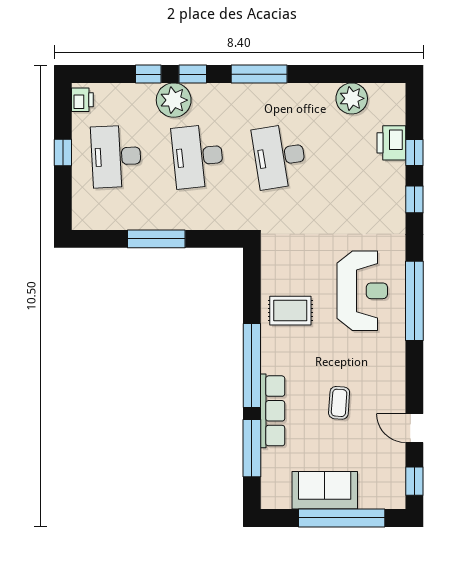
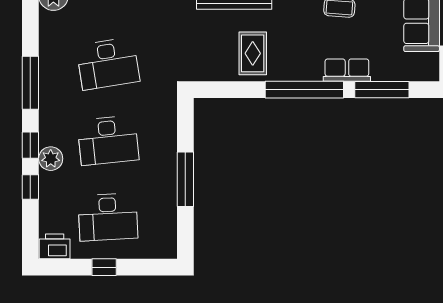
printer: (82, 100) -> (55, 246), width x1.36, depth x1.24
plant: (174, 100) -> (51, 159), width x0.73, depth x0.73
row of seats: (273, 411) -> (347, 70), width x0.68

